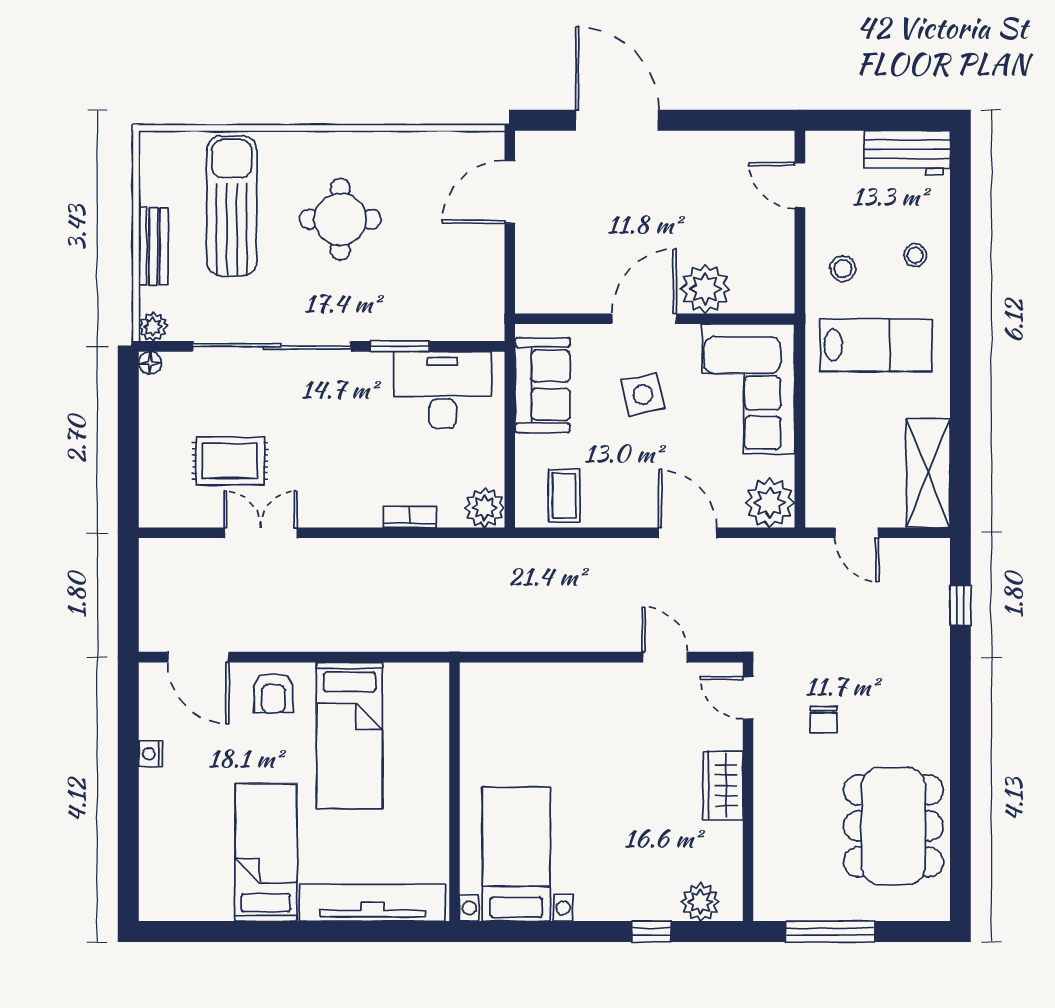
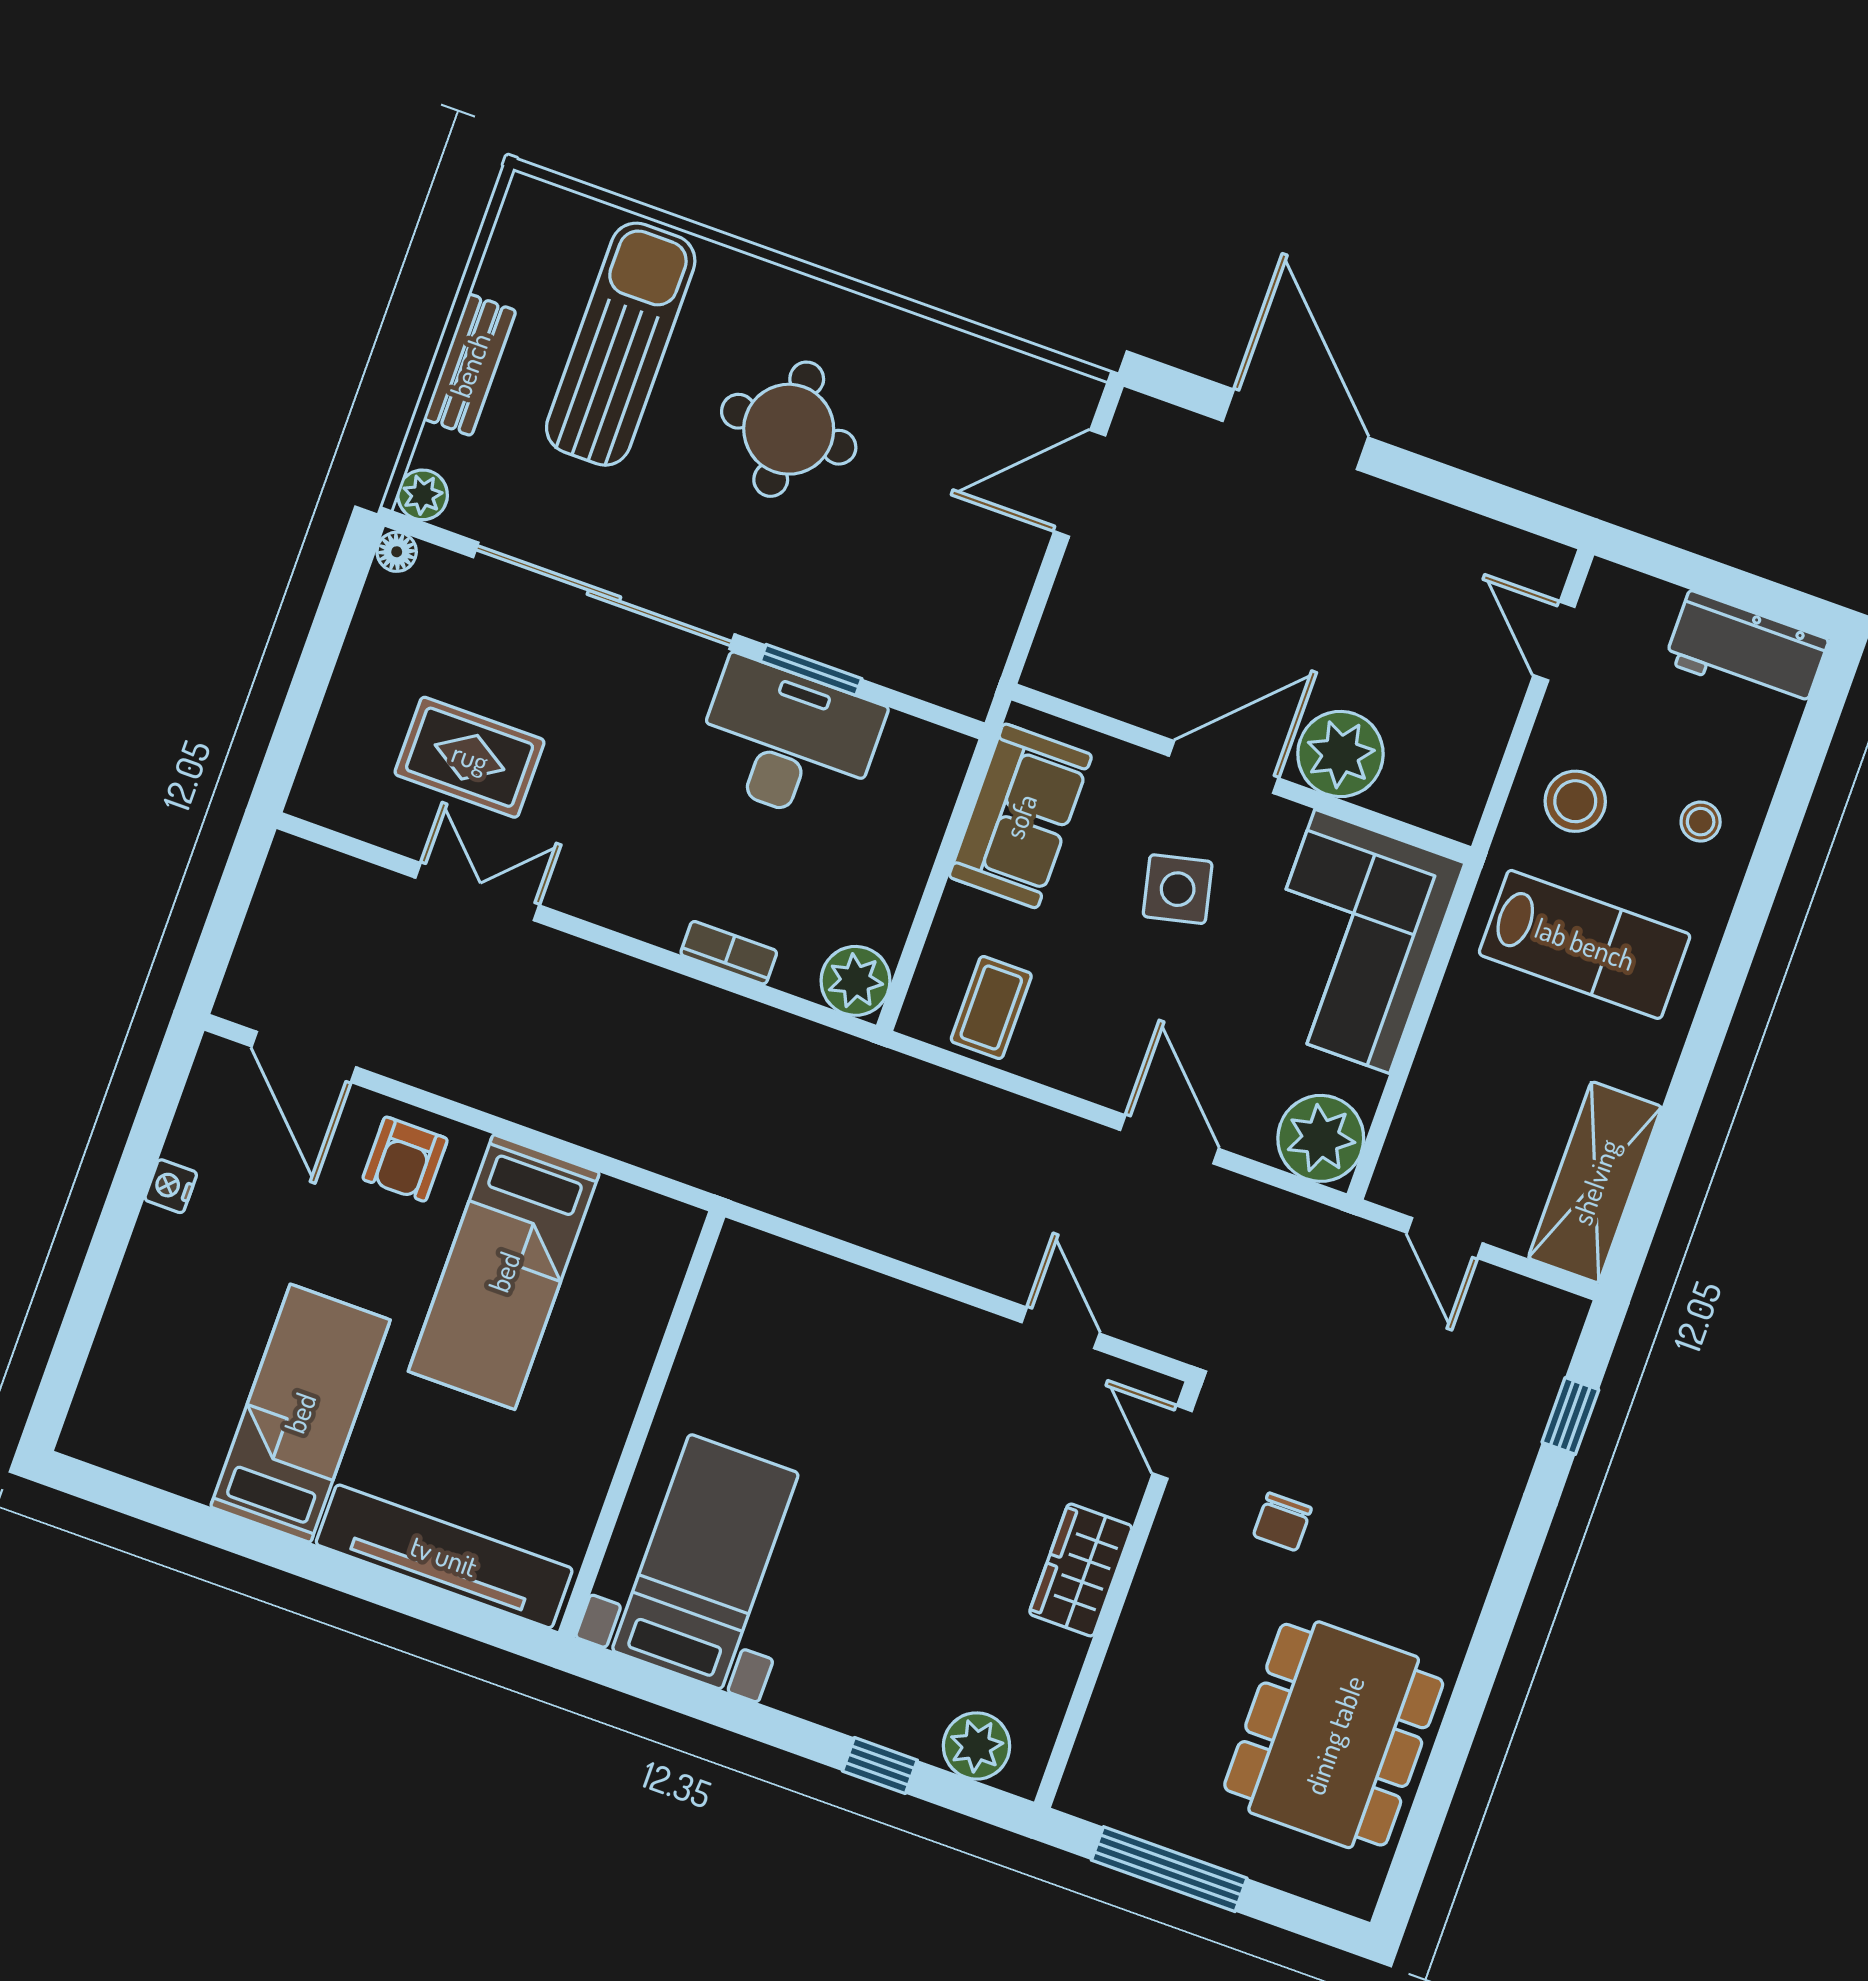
stool: (843, 269) -> (1575, 801), width x1.37, depth x1.37
desk: (443, 390) -> (788, 741), moved

